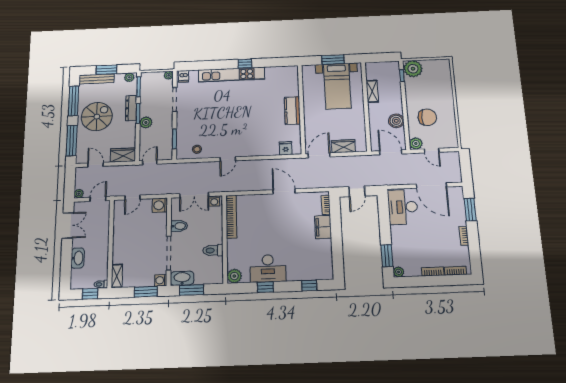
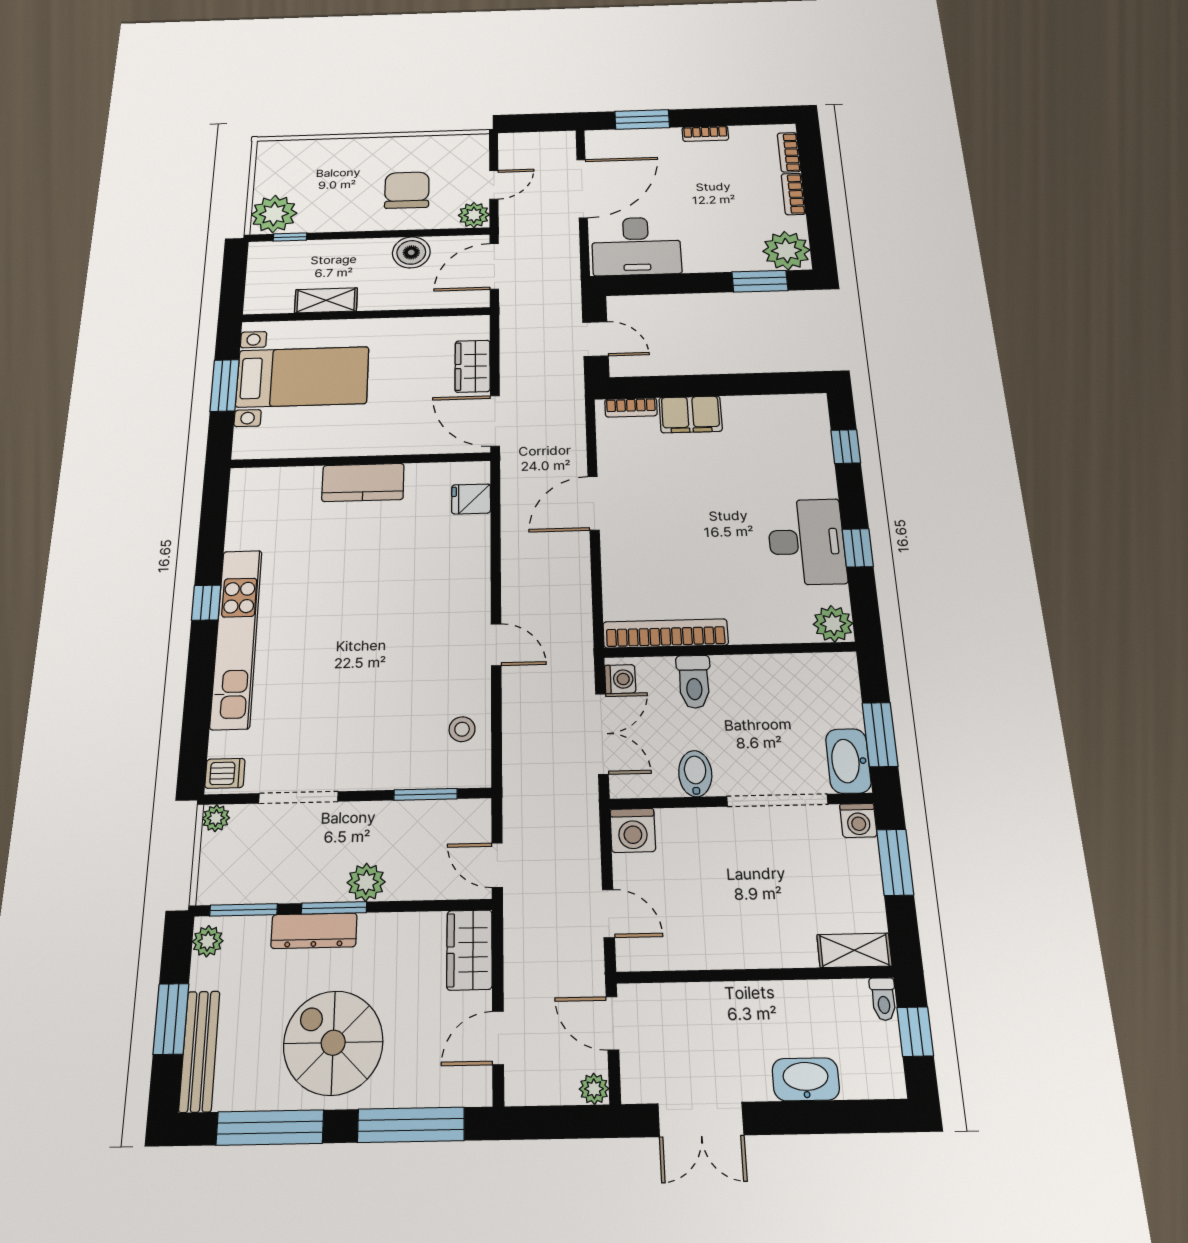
double door: (68, 225) -> (701, 1119), swing flipped
toilet: (213, 250) -> (694, 682), moved
plant: (399, 272) -> (786, 251), width x1.87, depth x1.87

